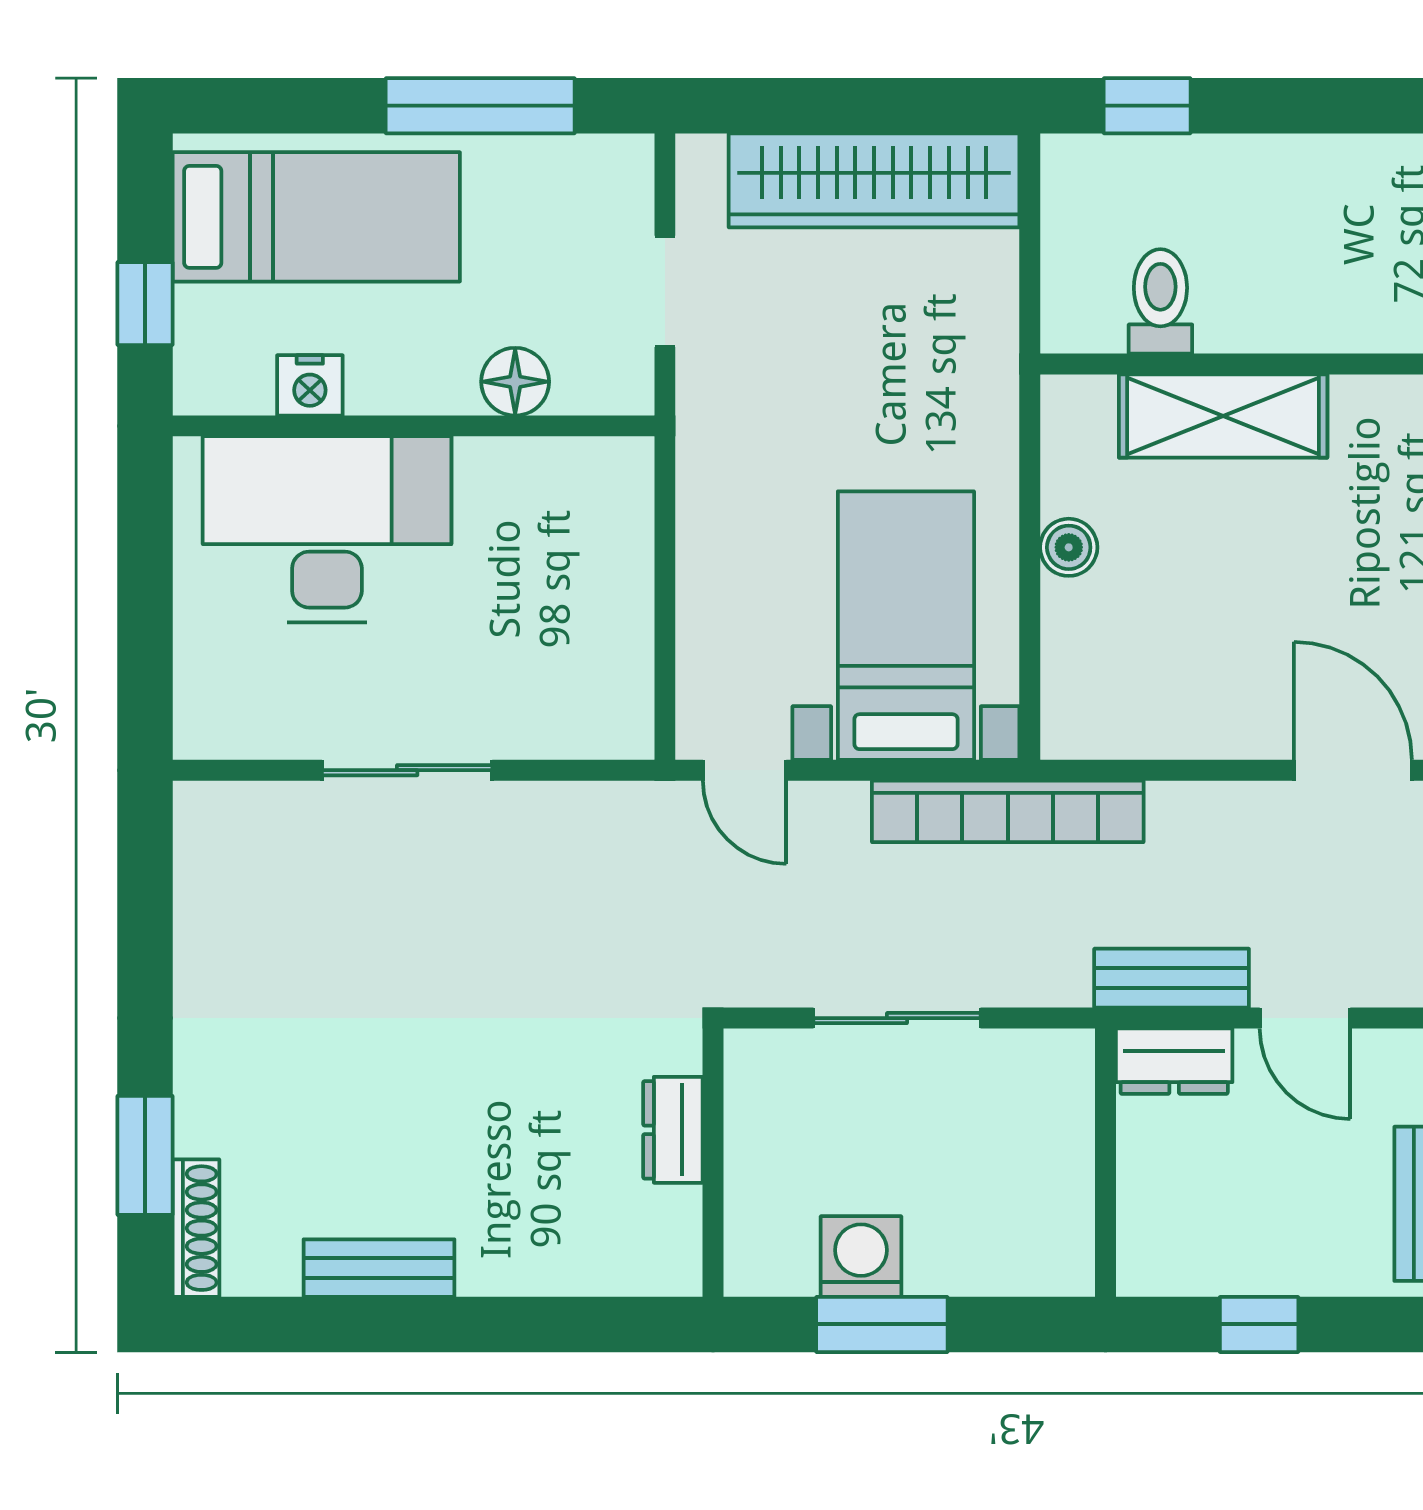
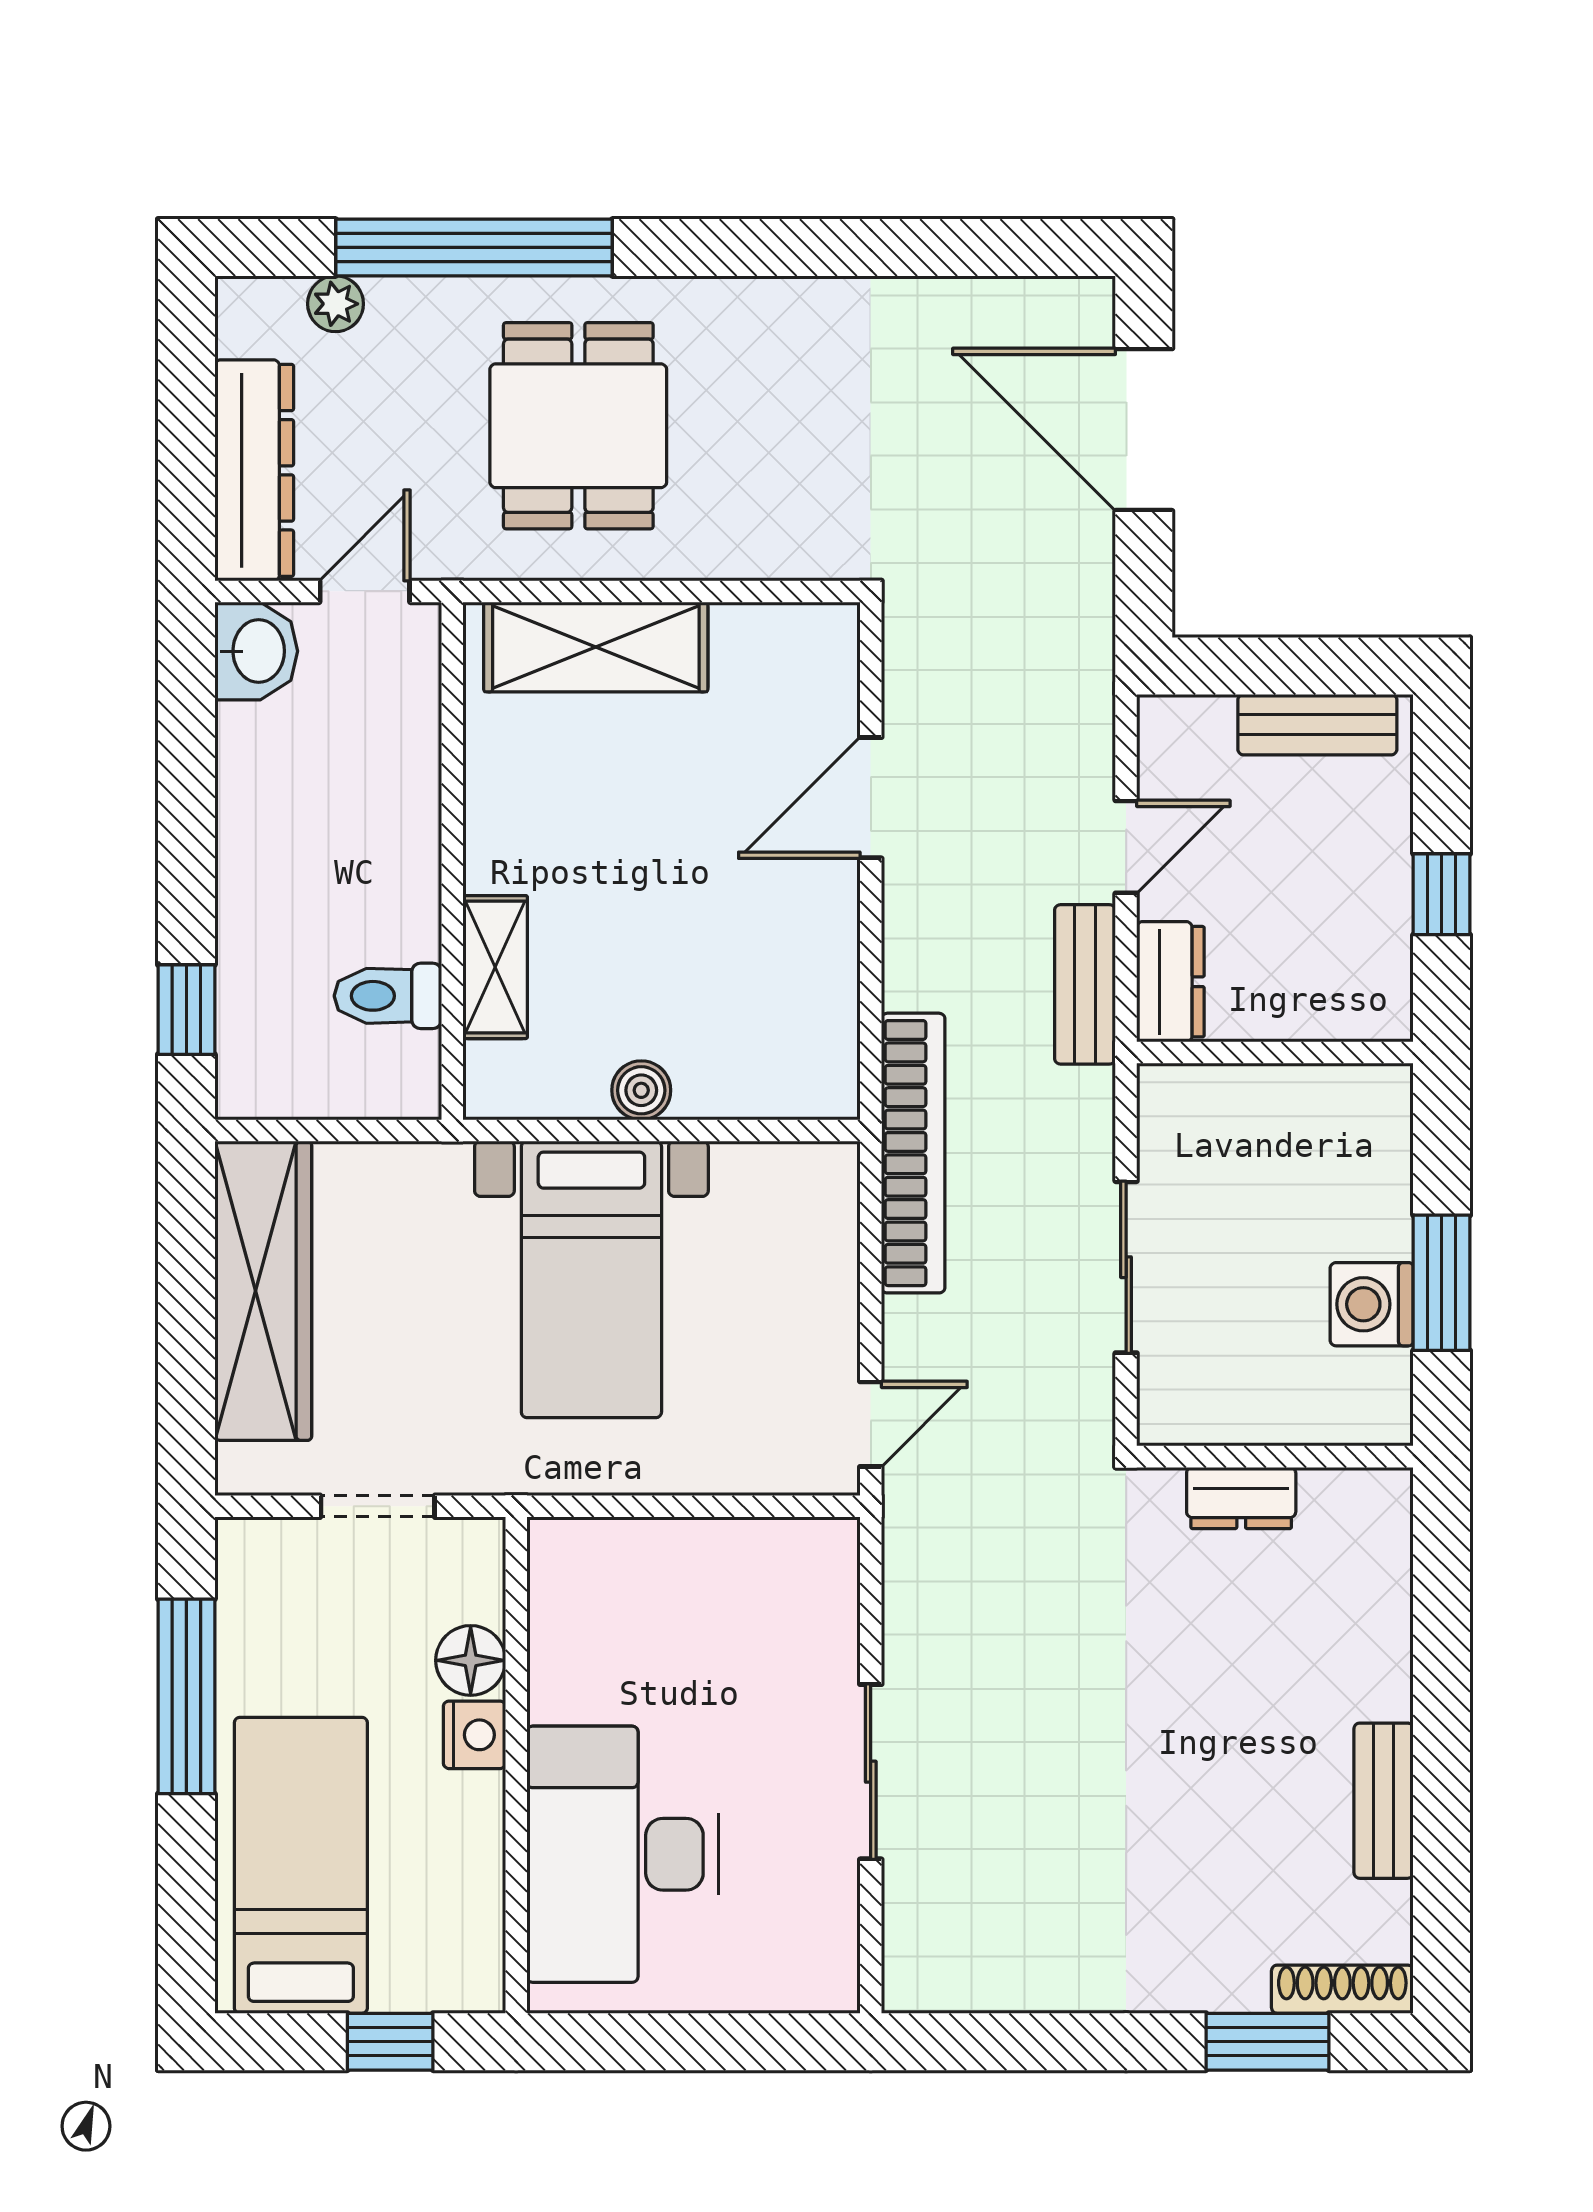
nightstand: (310, 385) -> (474, 1735), moved
shelving: (1223, 416) -> (495, 967), width x0.67, depth x0.75
bed with nightstands: (906, 626) -> (591, 1279), moved, turned -90

